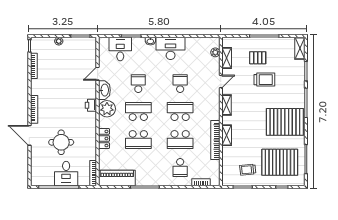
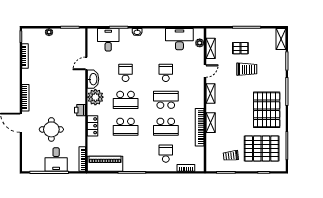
desk: (171, 48) -> (179, 39), moved
printer: (91, 105) -> (80, 110), moved
school desk: (138, 112) -> (126, 100), turned 180
pallet: (285, 122) -> (267, 110), turned 90
school desk: (180, 167) -> (166, 154), turned 180

